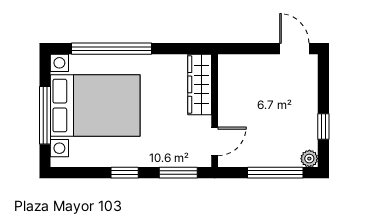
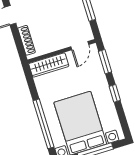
shoe rack: (248, 62) -> (27, 40), added
door: (215, 141) -> (80, 46), swing flipped

